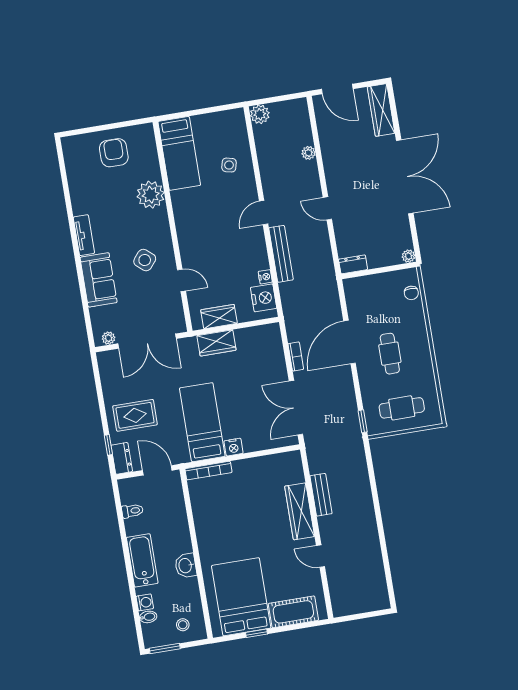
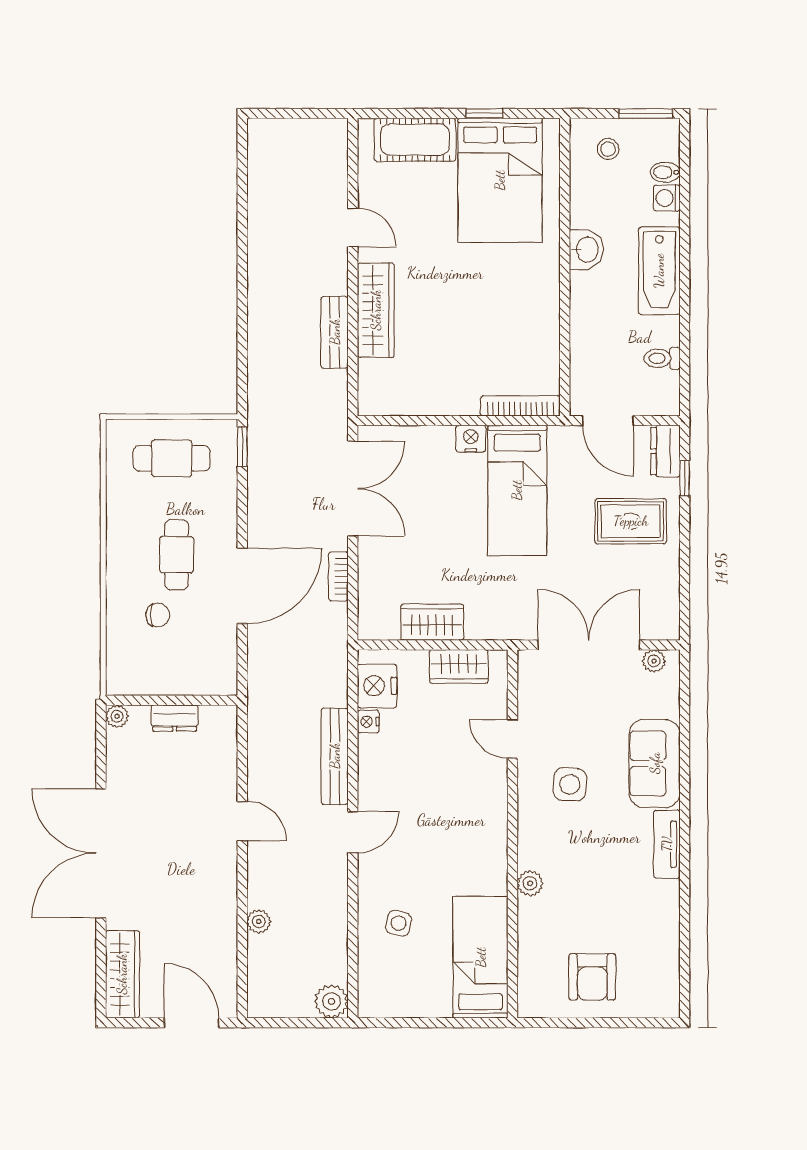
plant: (151, 195) -> (530, 883), width x0.53, depth x0.53
side table: (145, 260) -> (570, 784), turned -36
dresser: (353, 264) -> (175, 718), moved
chair: (411, 293) -> (158, 615), moved, turned 90
wardrobe: (216, 343) -> (432, 622), moved

